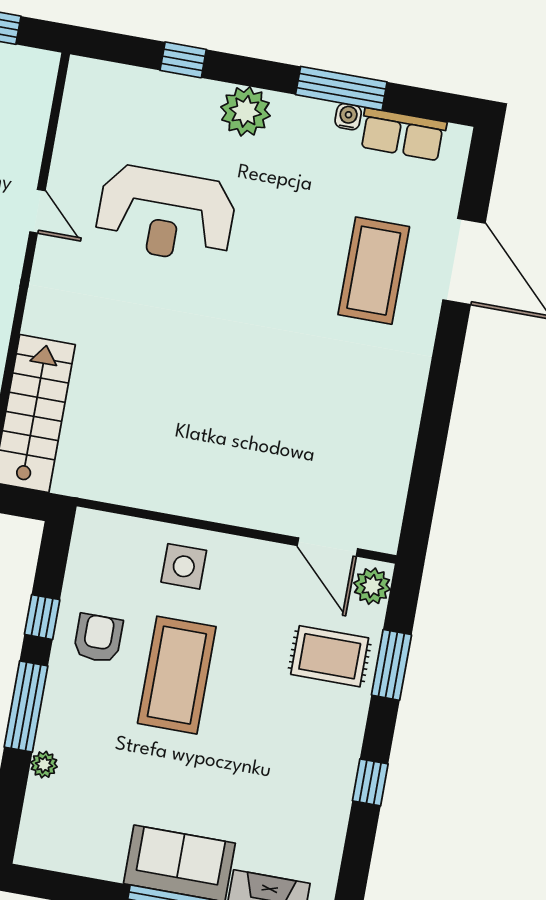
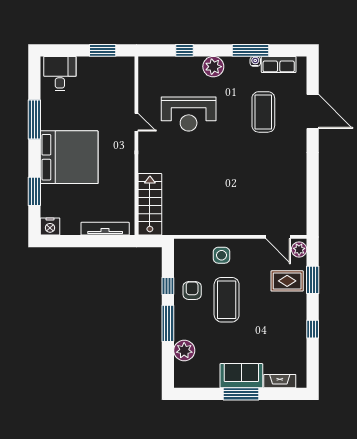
coffee table: (374, 271) -> (263, 112), moved
plant: (44, 765) -> (184, 350), width x1.87, depth x1.87

